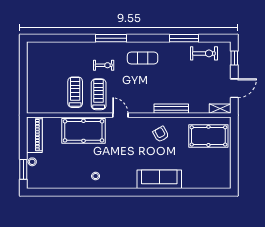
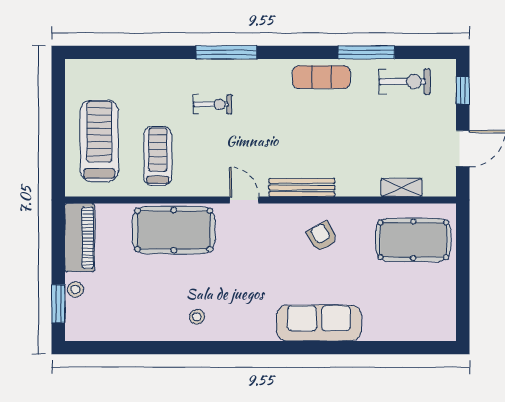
exercise mat: (143, 58) -> (321, 77), moved
treadmill: (99, 94) -> (99, 141), moved, width x1.37, depth x1.38
bench: (171, 109) -> (302, 187), moved
shelving: (220, 109) -> (402, 187), moved

